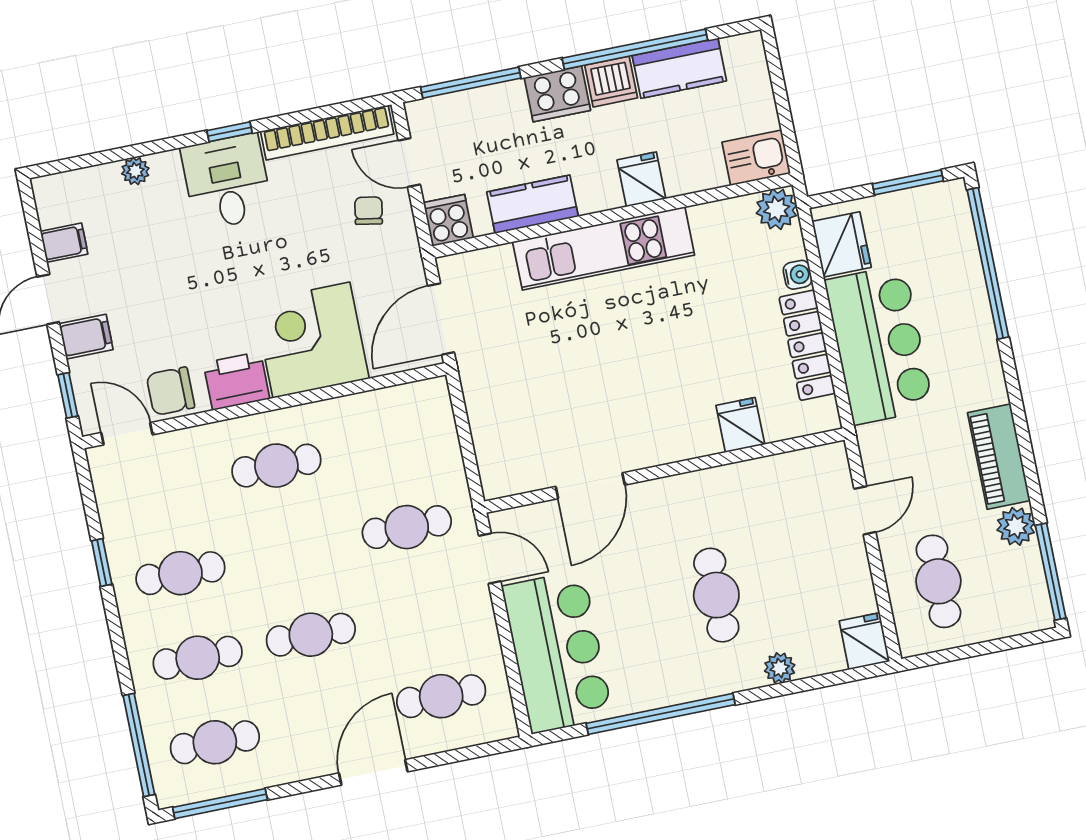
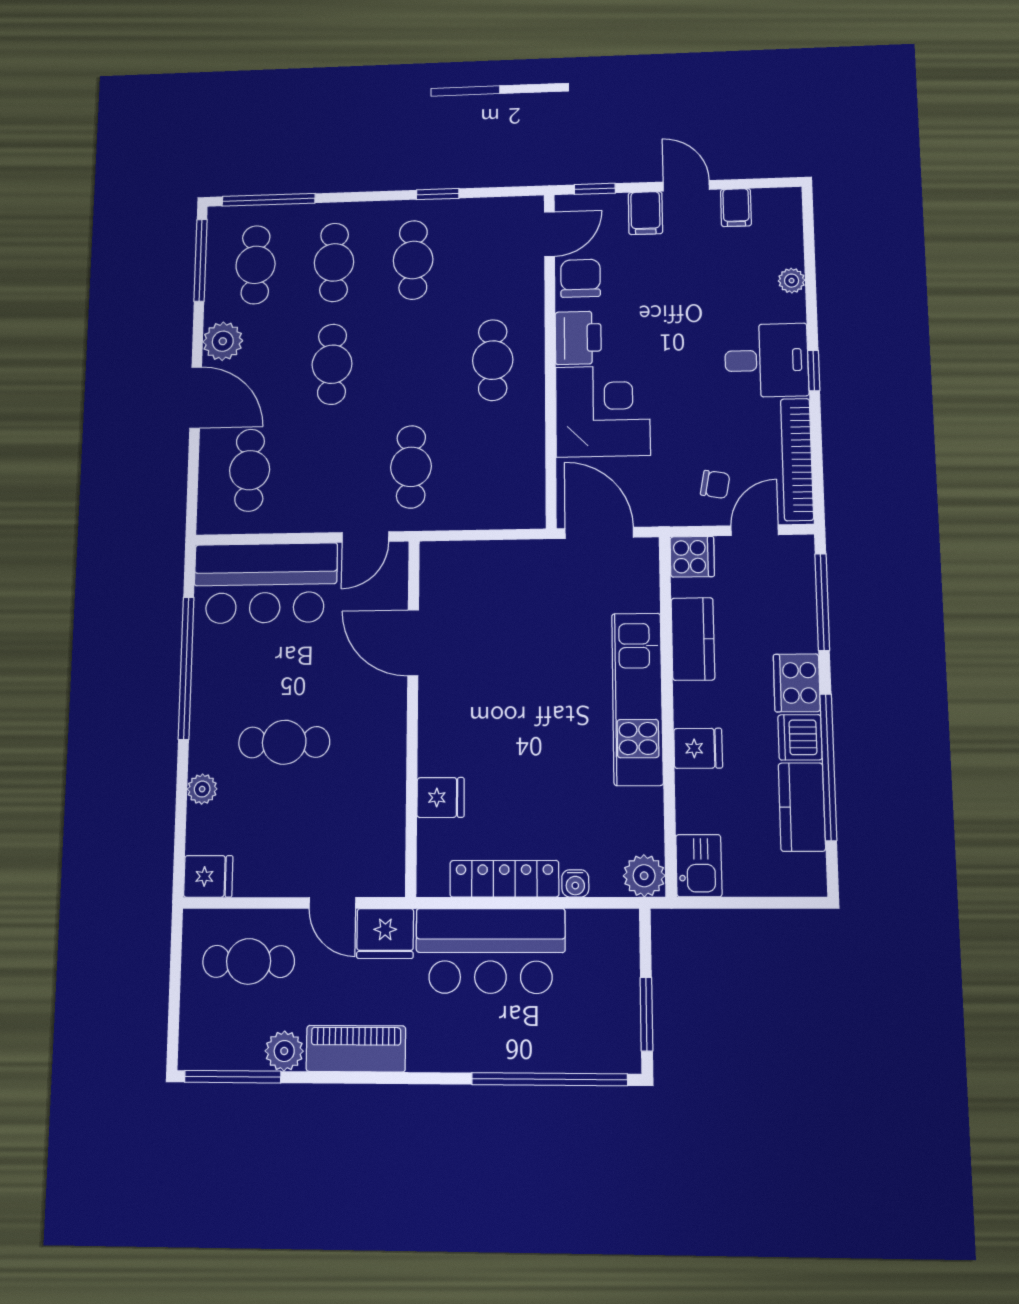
fridge: (842, 244) -> (385, 933), moved
plant: (306, 758) -> (223, 341), added

